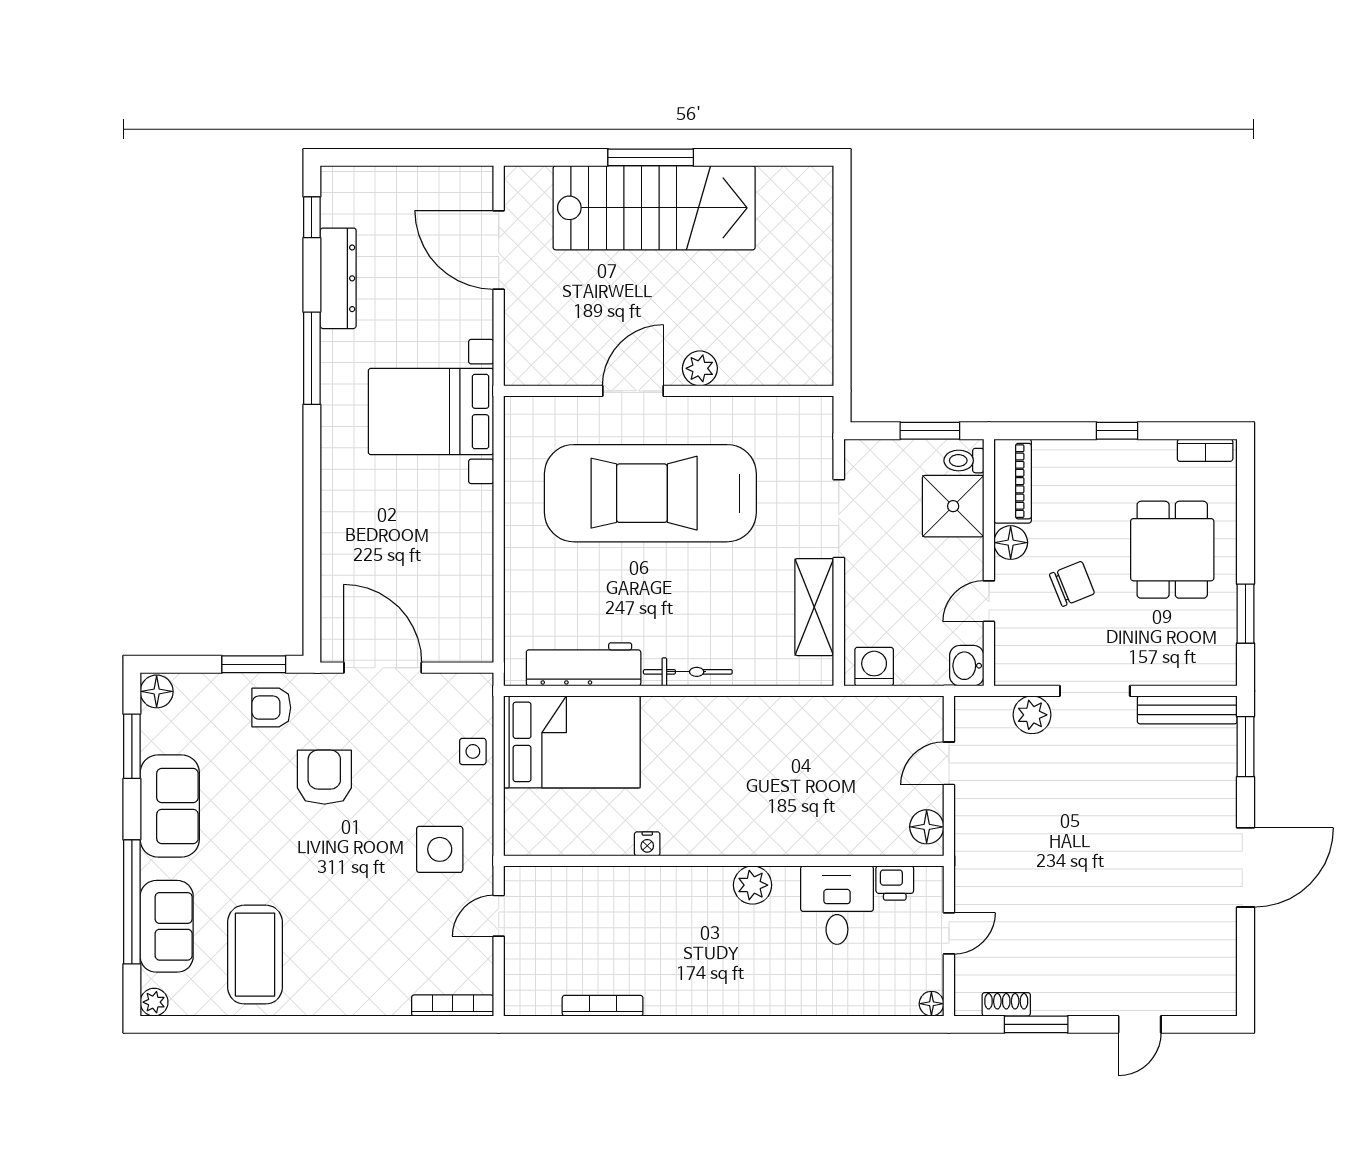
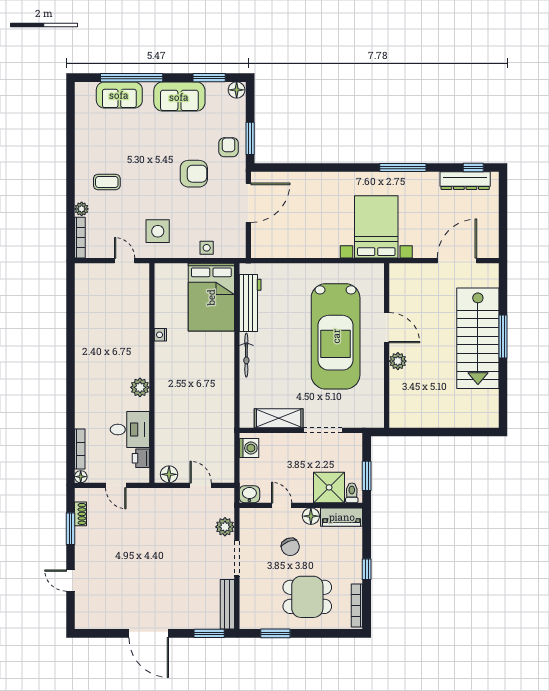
dresser: (338, 278) -> (465, 181), moved
bookcase: (1205, 450) -> (357, 605), width x1.56
car: (650, 493) -> (336, 336), turned 180
coffee table: (255, 955) -> (107, 182), moved, width x0.54, depth x0.58
plant: (154, 1002) -> (82, 209), moved
bookcase: (603, 1006) -> (80, 449), moved

